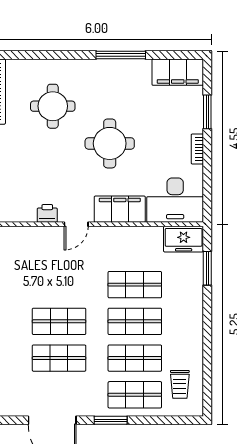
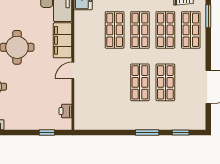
printer: (47, 213) -> (65, 111), moved
door: (76, 224) -> (73, 70), swing flipped
window: (111, 420) -> (208, 16), moved

